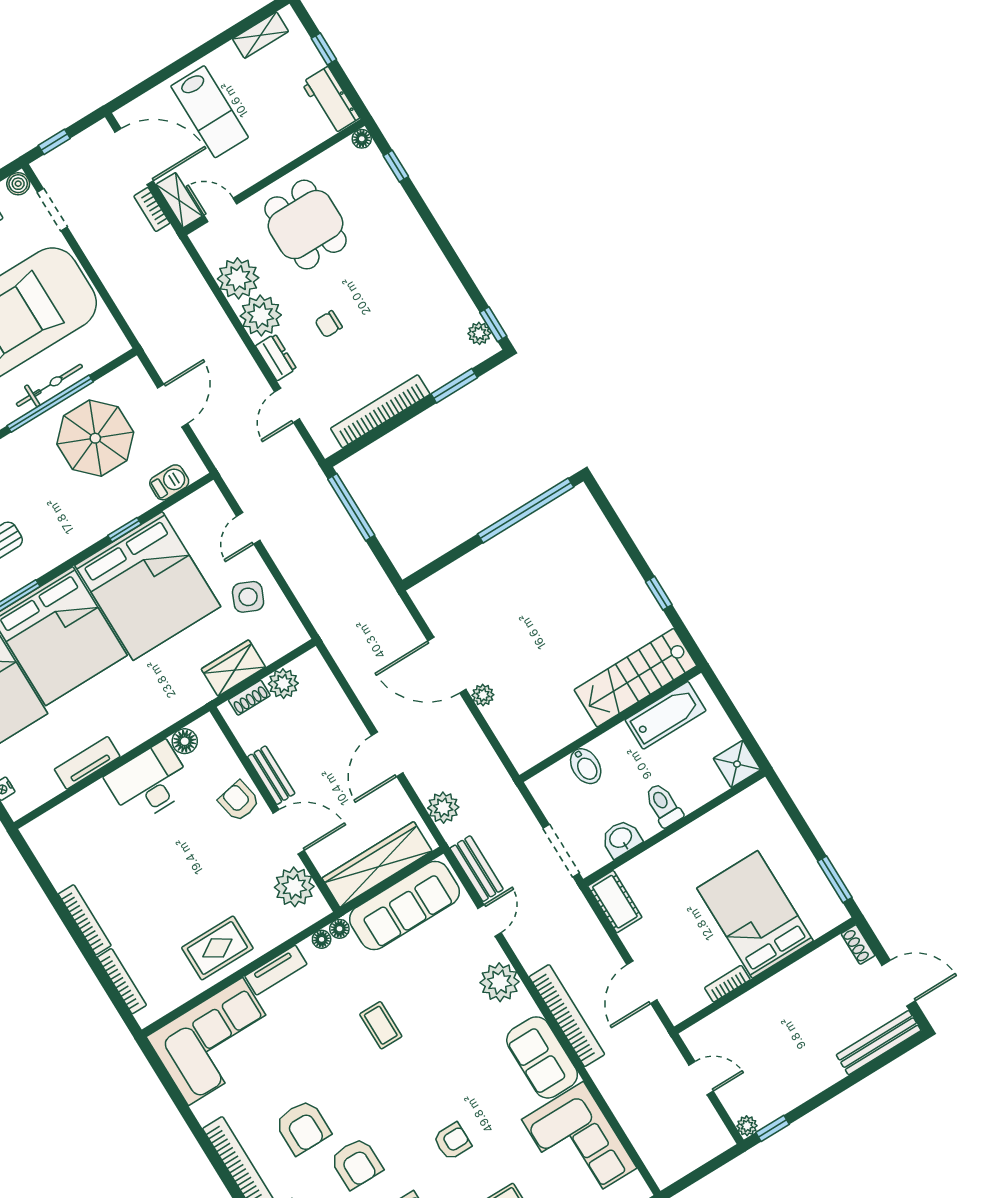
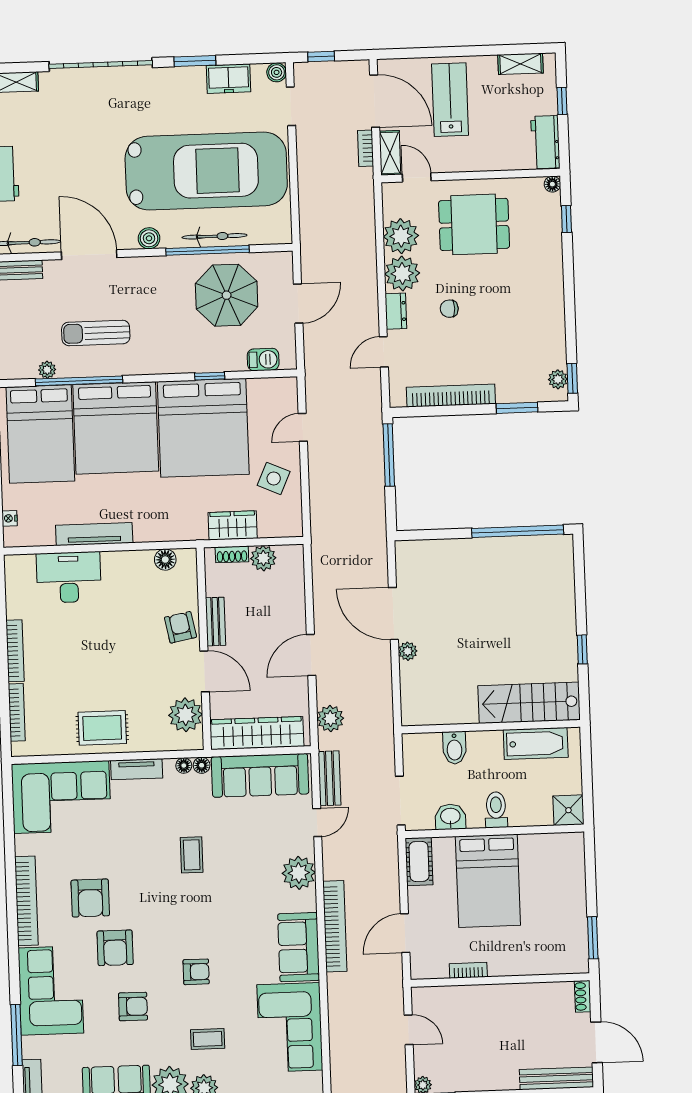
lab bench: (210, 112) -> (450, 100), turned 180
dining table: (305, 225) -> (474, 224), turned 90
tv unit: (87, 763) -> (94, 534), width x1.41
desk: (149, 782) -> (69, 577), moved
bed: (755, 914) -> (488, 881), moved, turned 180

